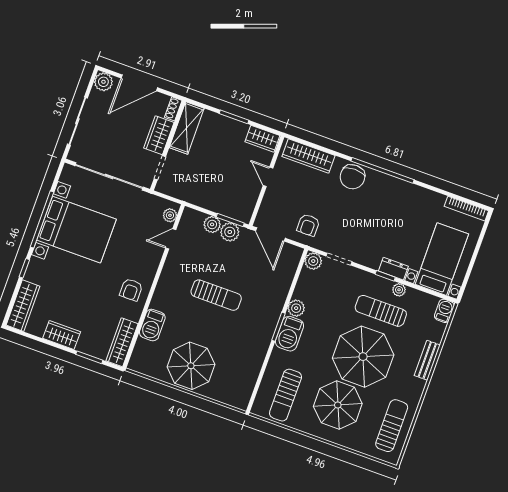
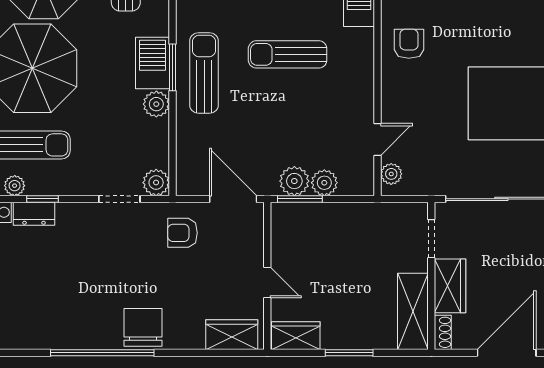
wardrobe: (308, 156) -> (232, 335), width x0.67
armchair: (308, 225) -> (183, 233), turned -90
sun lounger: (216, 295) -> (288, 54), moved
sun lounger: (261, 317) -> (204, 73), added

